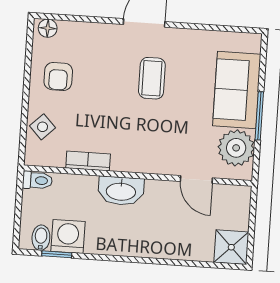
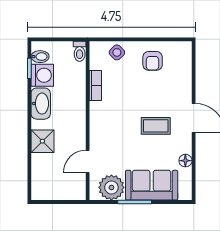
floor lamp: (48, 28) -> (185, 161), moved
armchair: (58, 76) -> (153, 61), turned -90
washbasin: (121, 191) -> (41, 104), moved, turned 180
shower: (231, 247) -> (42, 141), moved

